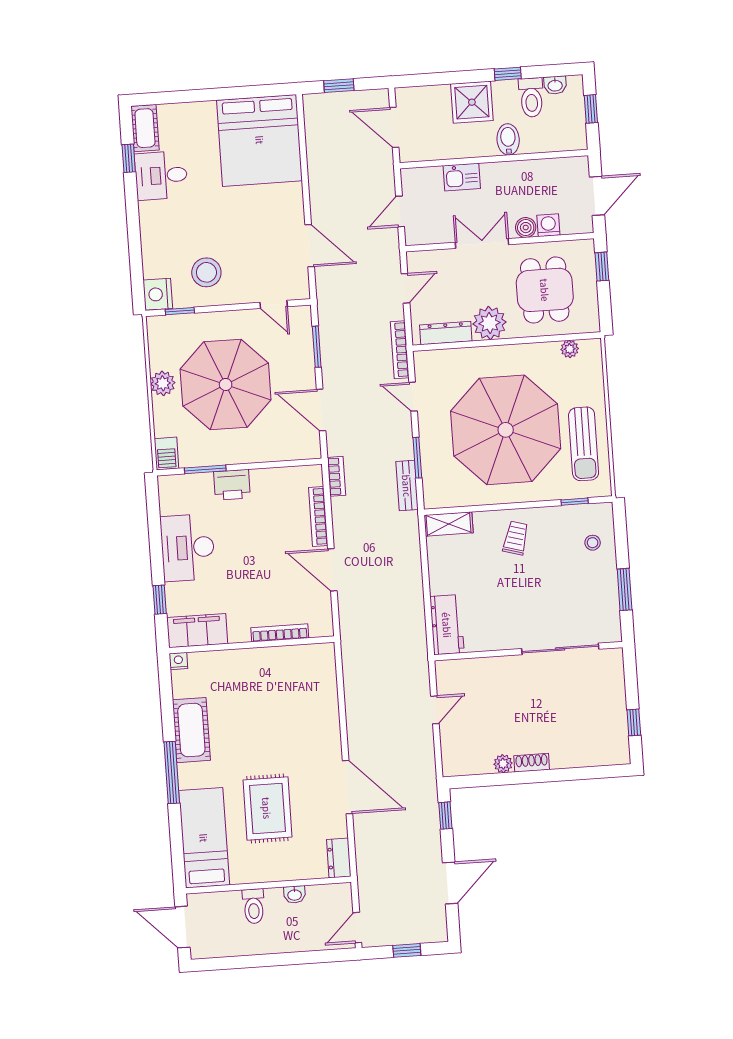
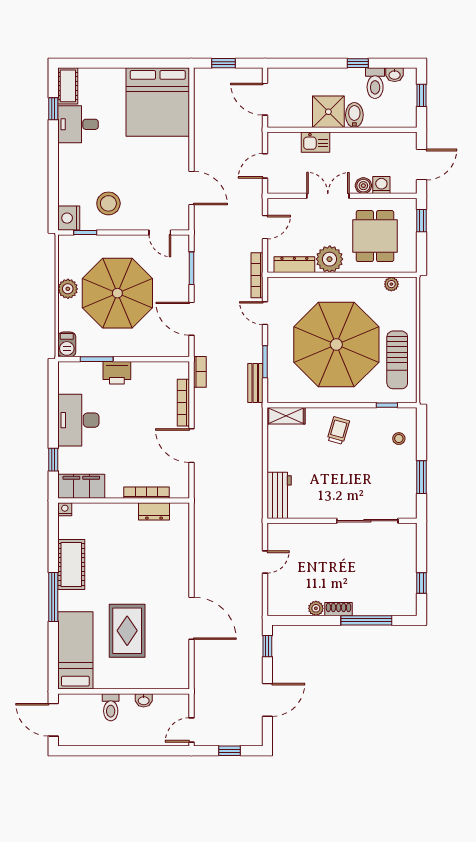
shower: (472, 102) -> (328, 112), moved
window: (568, 774) -> (366, 620), added
dresser: (339, 858) -> (154, 511), moved, turned -90

